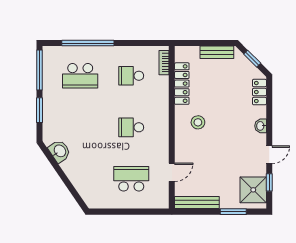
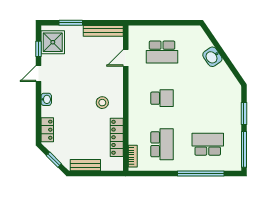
school desk: (131, 76) -> (162, 144), width x1.85
washbasin: (60, 151) -> (212, 57), moved

